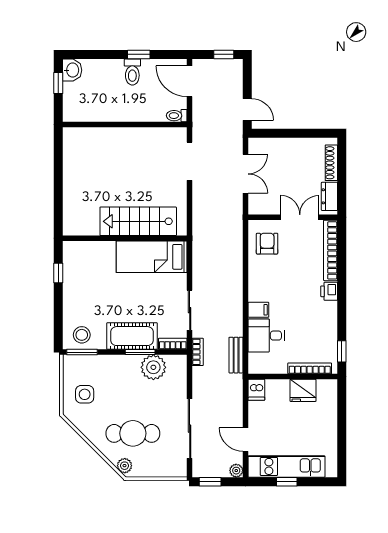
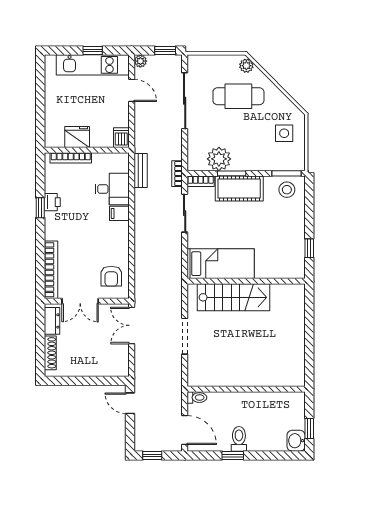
doorway: (190, 161) -> (185, 336), moved
double door: (246, 174) -> (132, 325), moved
printer: (329, 291) -> (52, 202), moved
window: (342, 351) -> (40, 208), moved

